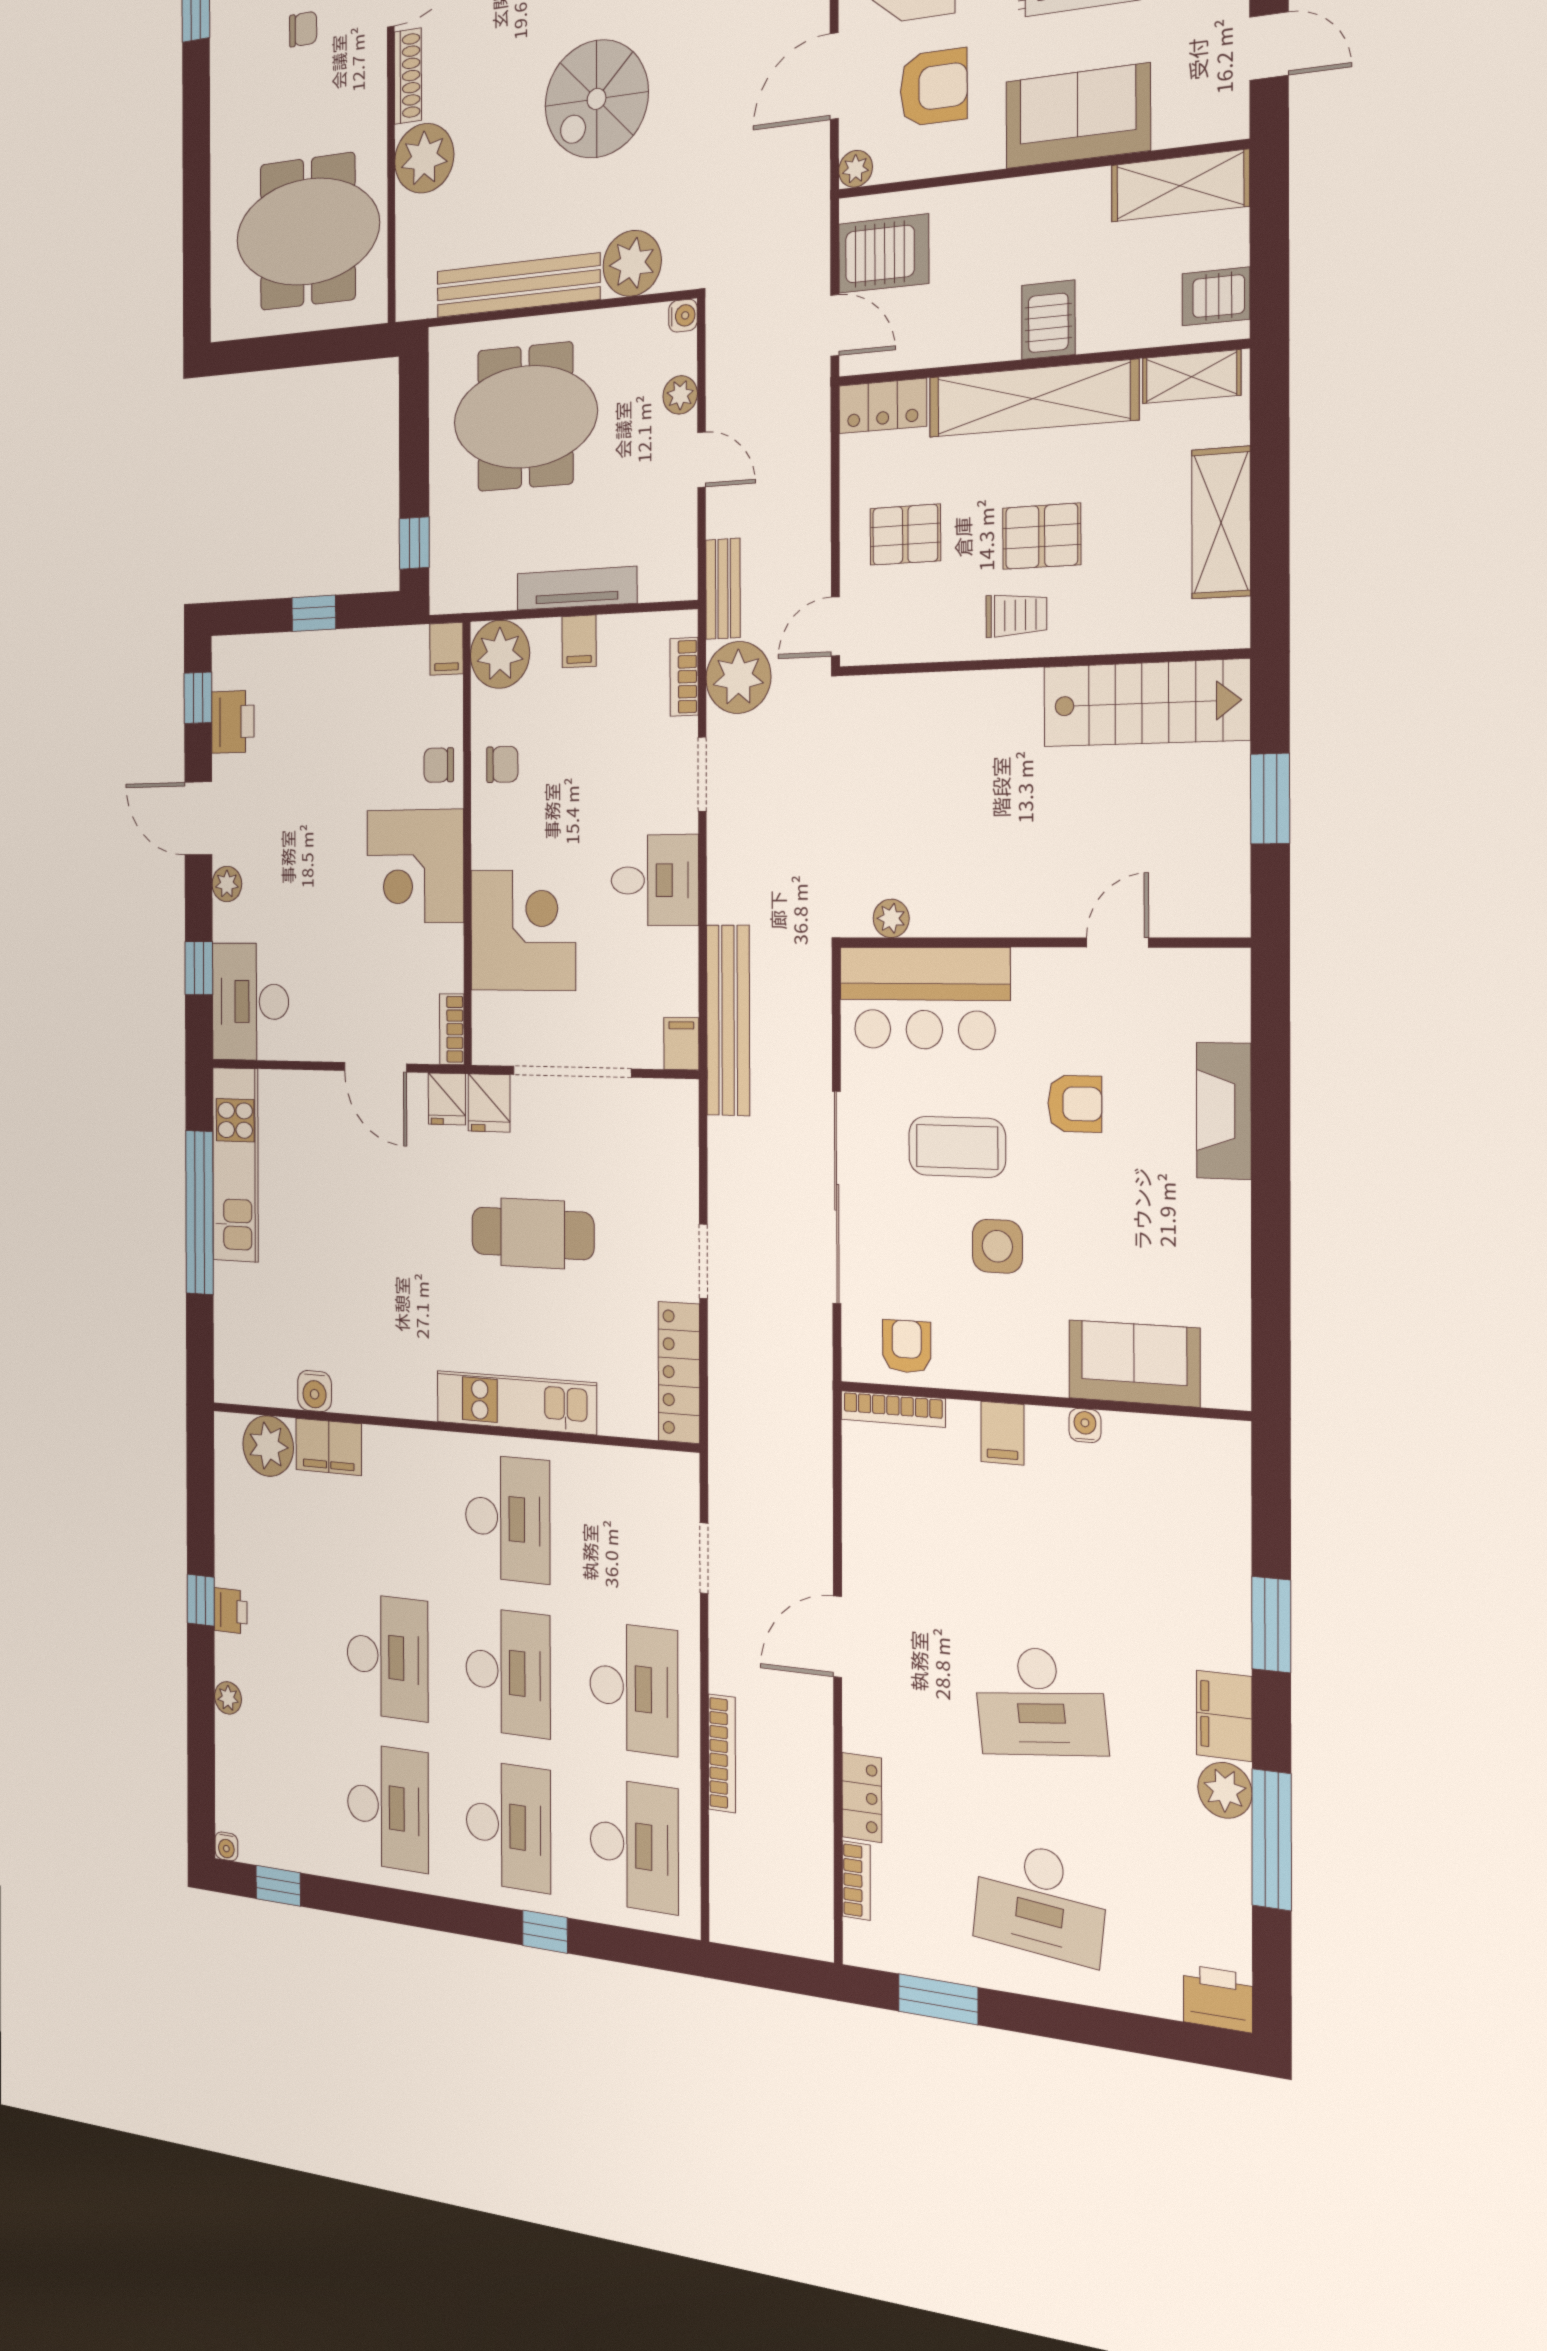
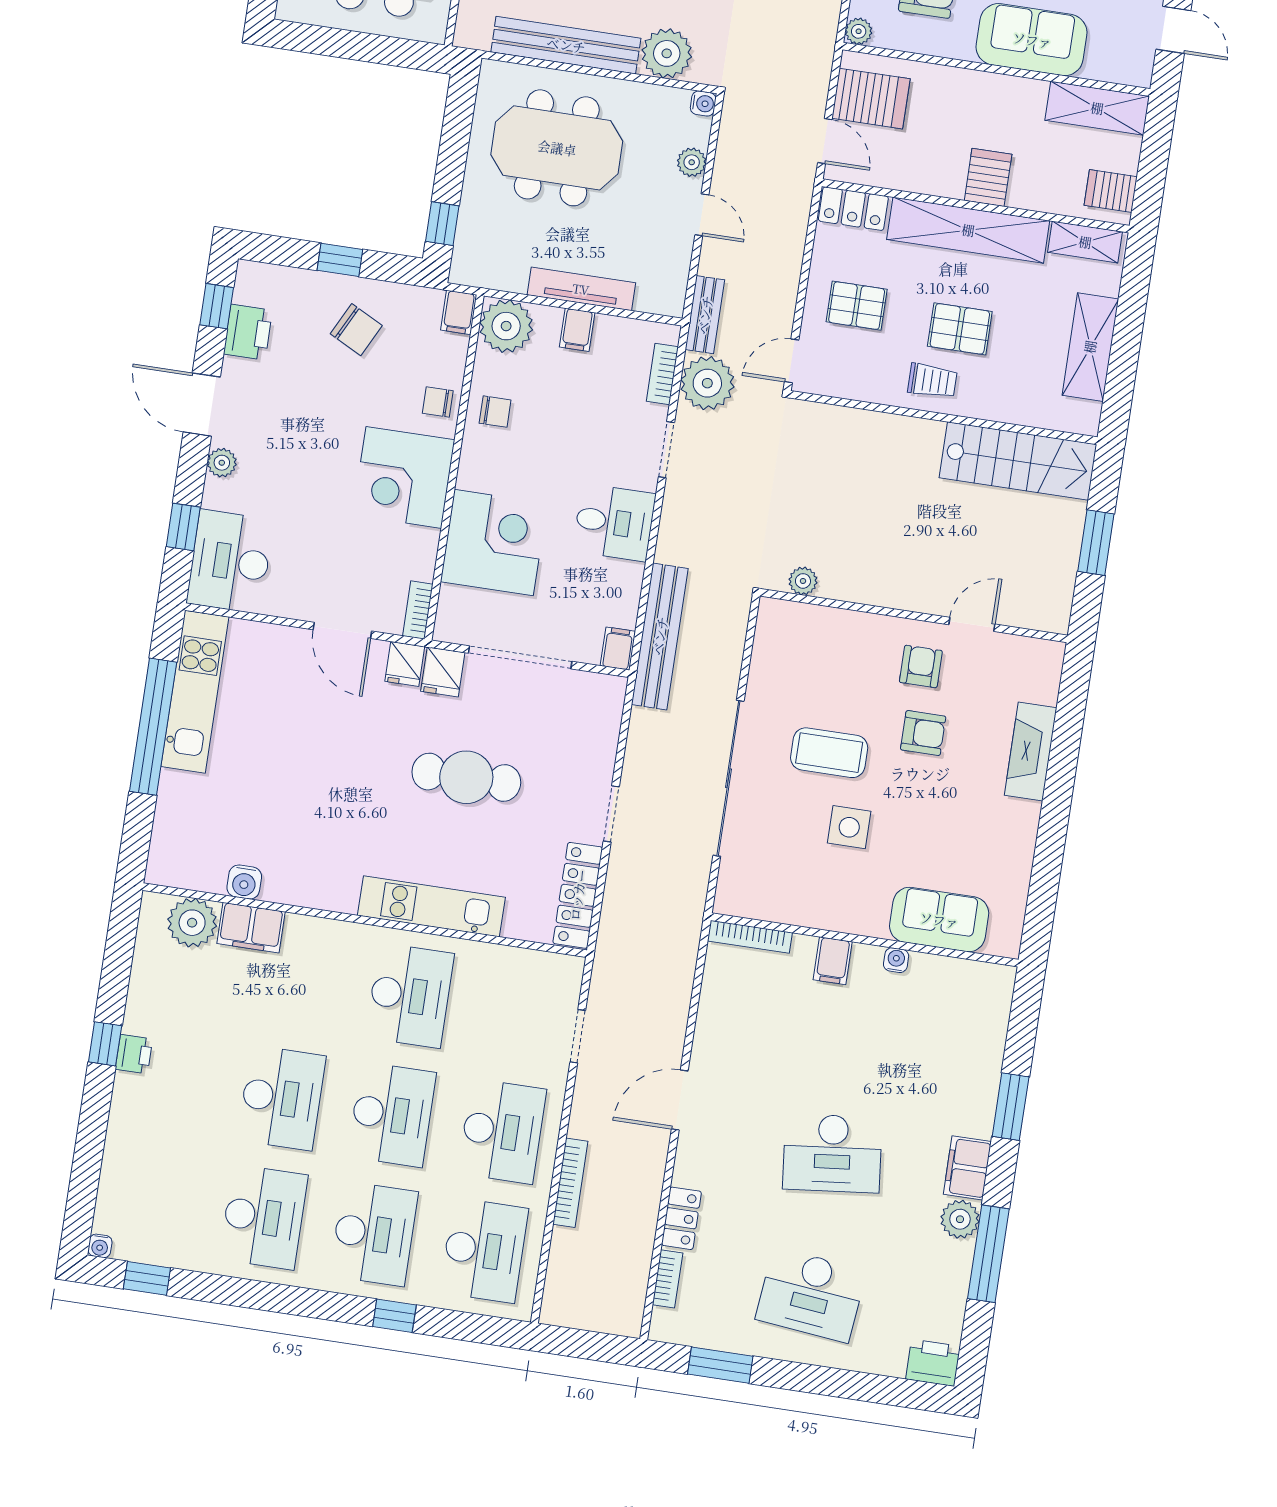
chair: (342, 694) -> (356, 330), added
bar counter: (924, 998) -> (820, 642), removed
armchair: (907, 1346) -> (921, 666), moved
plant: (228, 1698) -> (120, 1125), removed

